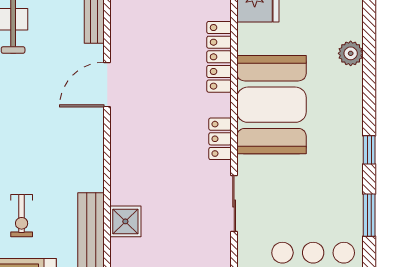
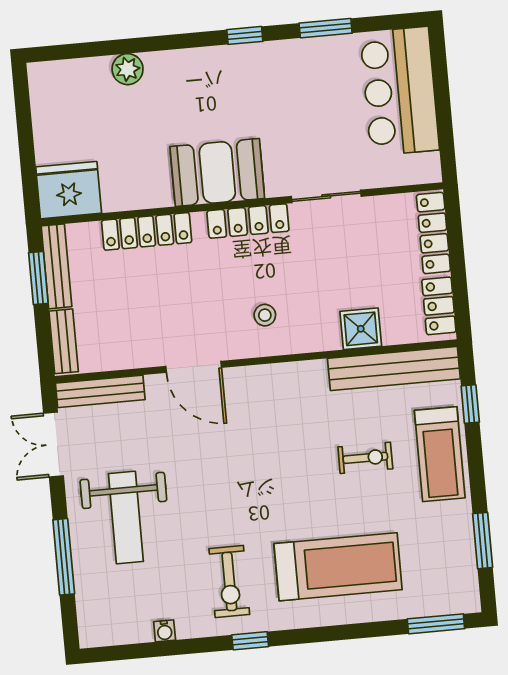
booth: (272, 105) -> (217, 172), width x0.73, depth x0.70
locker: (220, 139) -> (248, 221), width x1.53
stool: (143, 145) -> (265, 315), added

